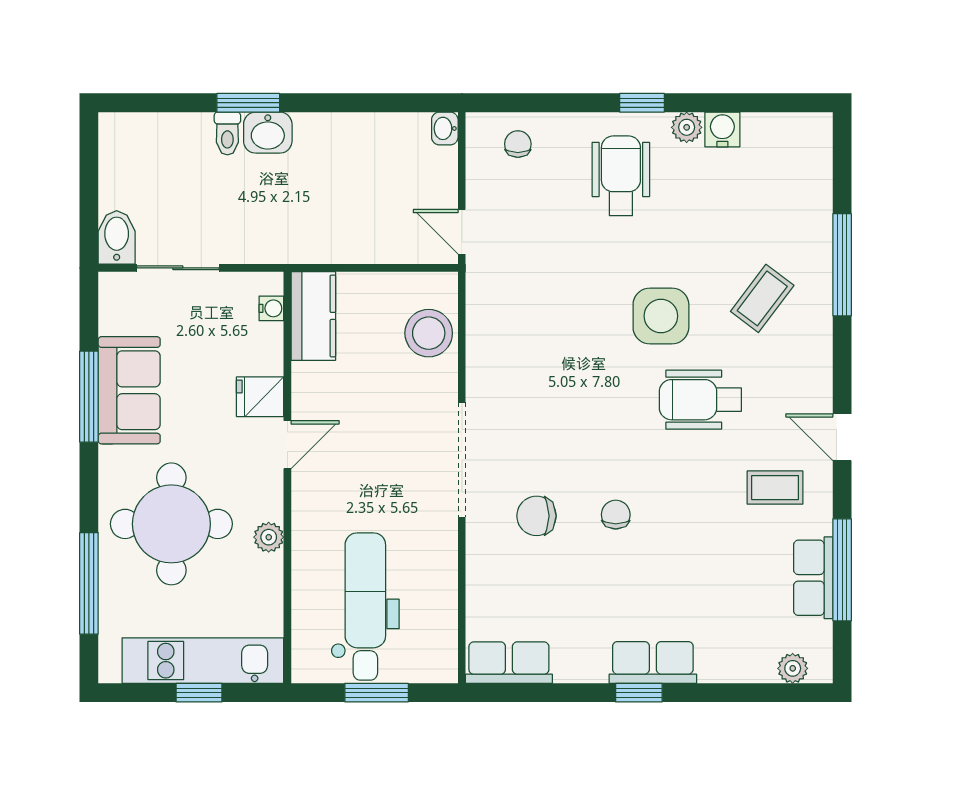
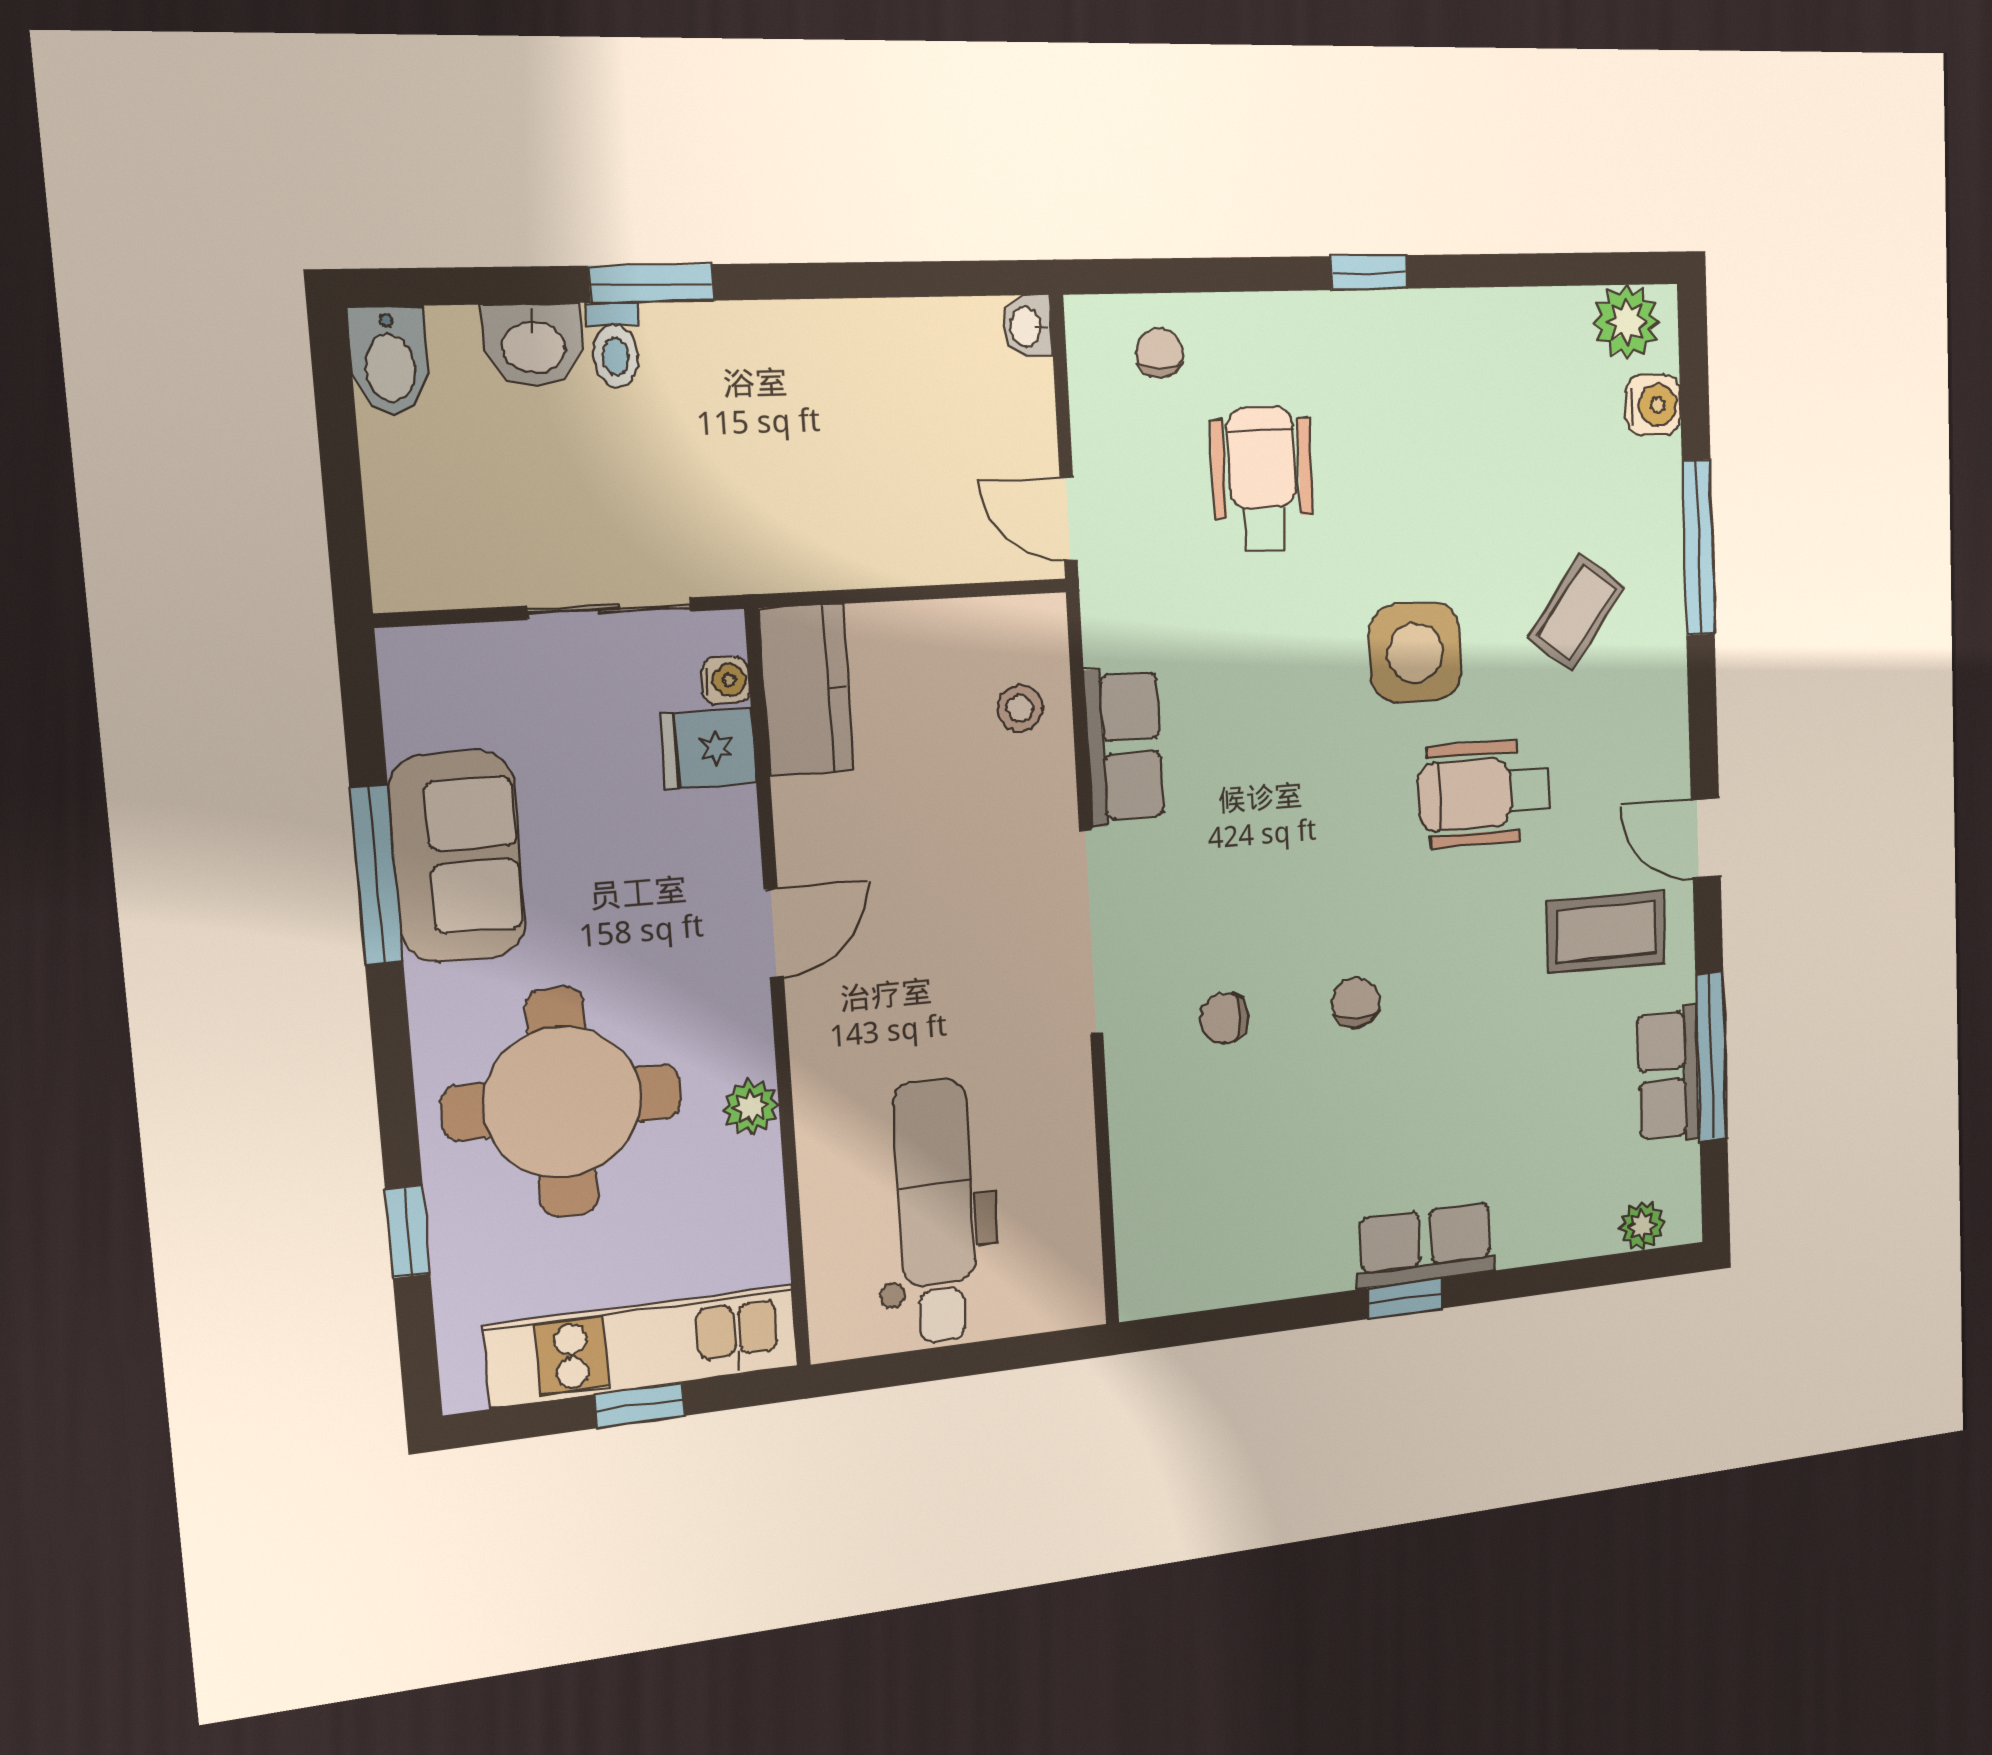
plant: (687, 127) -> (1626, 322), moved, width x1.38, depth x1.38
water cooler: (722, 130) -> (1653, 405), moved, turned 90
washbasin: (268, 133) -> (533, 345), moved
wheelchair: (621, 176) -> (1262, 479), moved
bidet: (117, 237) -> (390, 360), moved, turned 180
sliding door: (178, 268) -> (609, 609), moved
stool: (429, 333) -> (1020, 708), width x0.53, depth x0.53
fridge: (260, 397) -> (709, 748), moved
coffee table: (775, 488) -> (1606, 932), width x1.36, depth x1.30
chair: (536, 516) -> (1224, 1019), width x0.73, depth x0.73
window: (89, 583) -> (408, 1232), width x0.46
row of seats: (509, 663) -> (1124, 747), moved, turned 90
window: (377, 693) -> (965, 1360), removed

